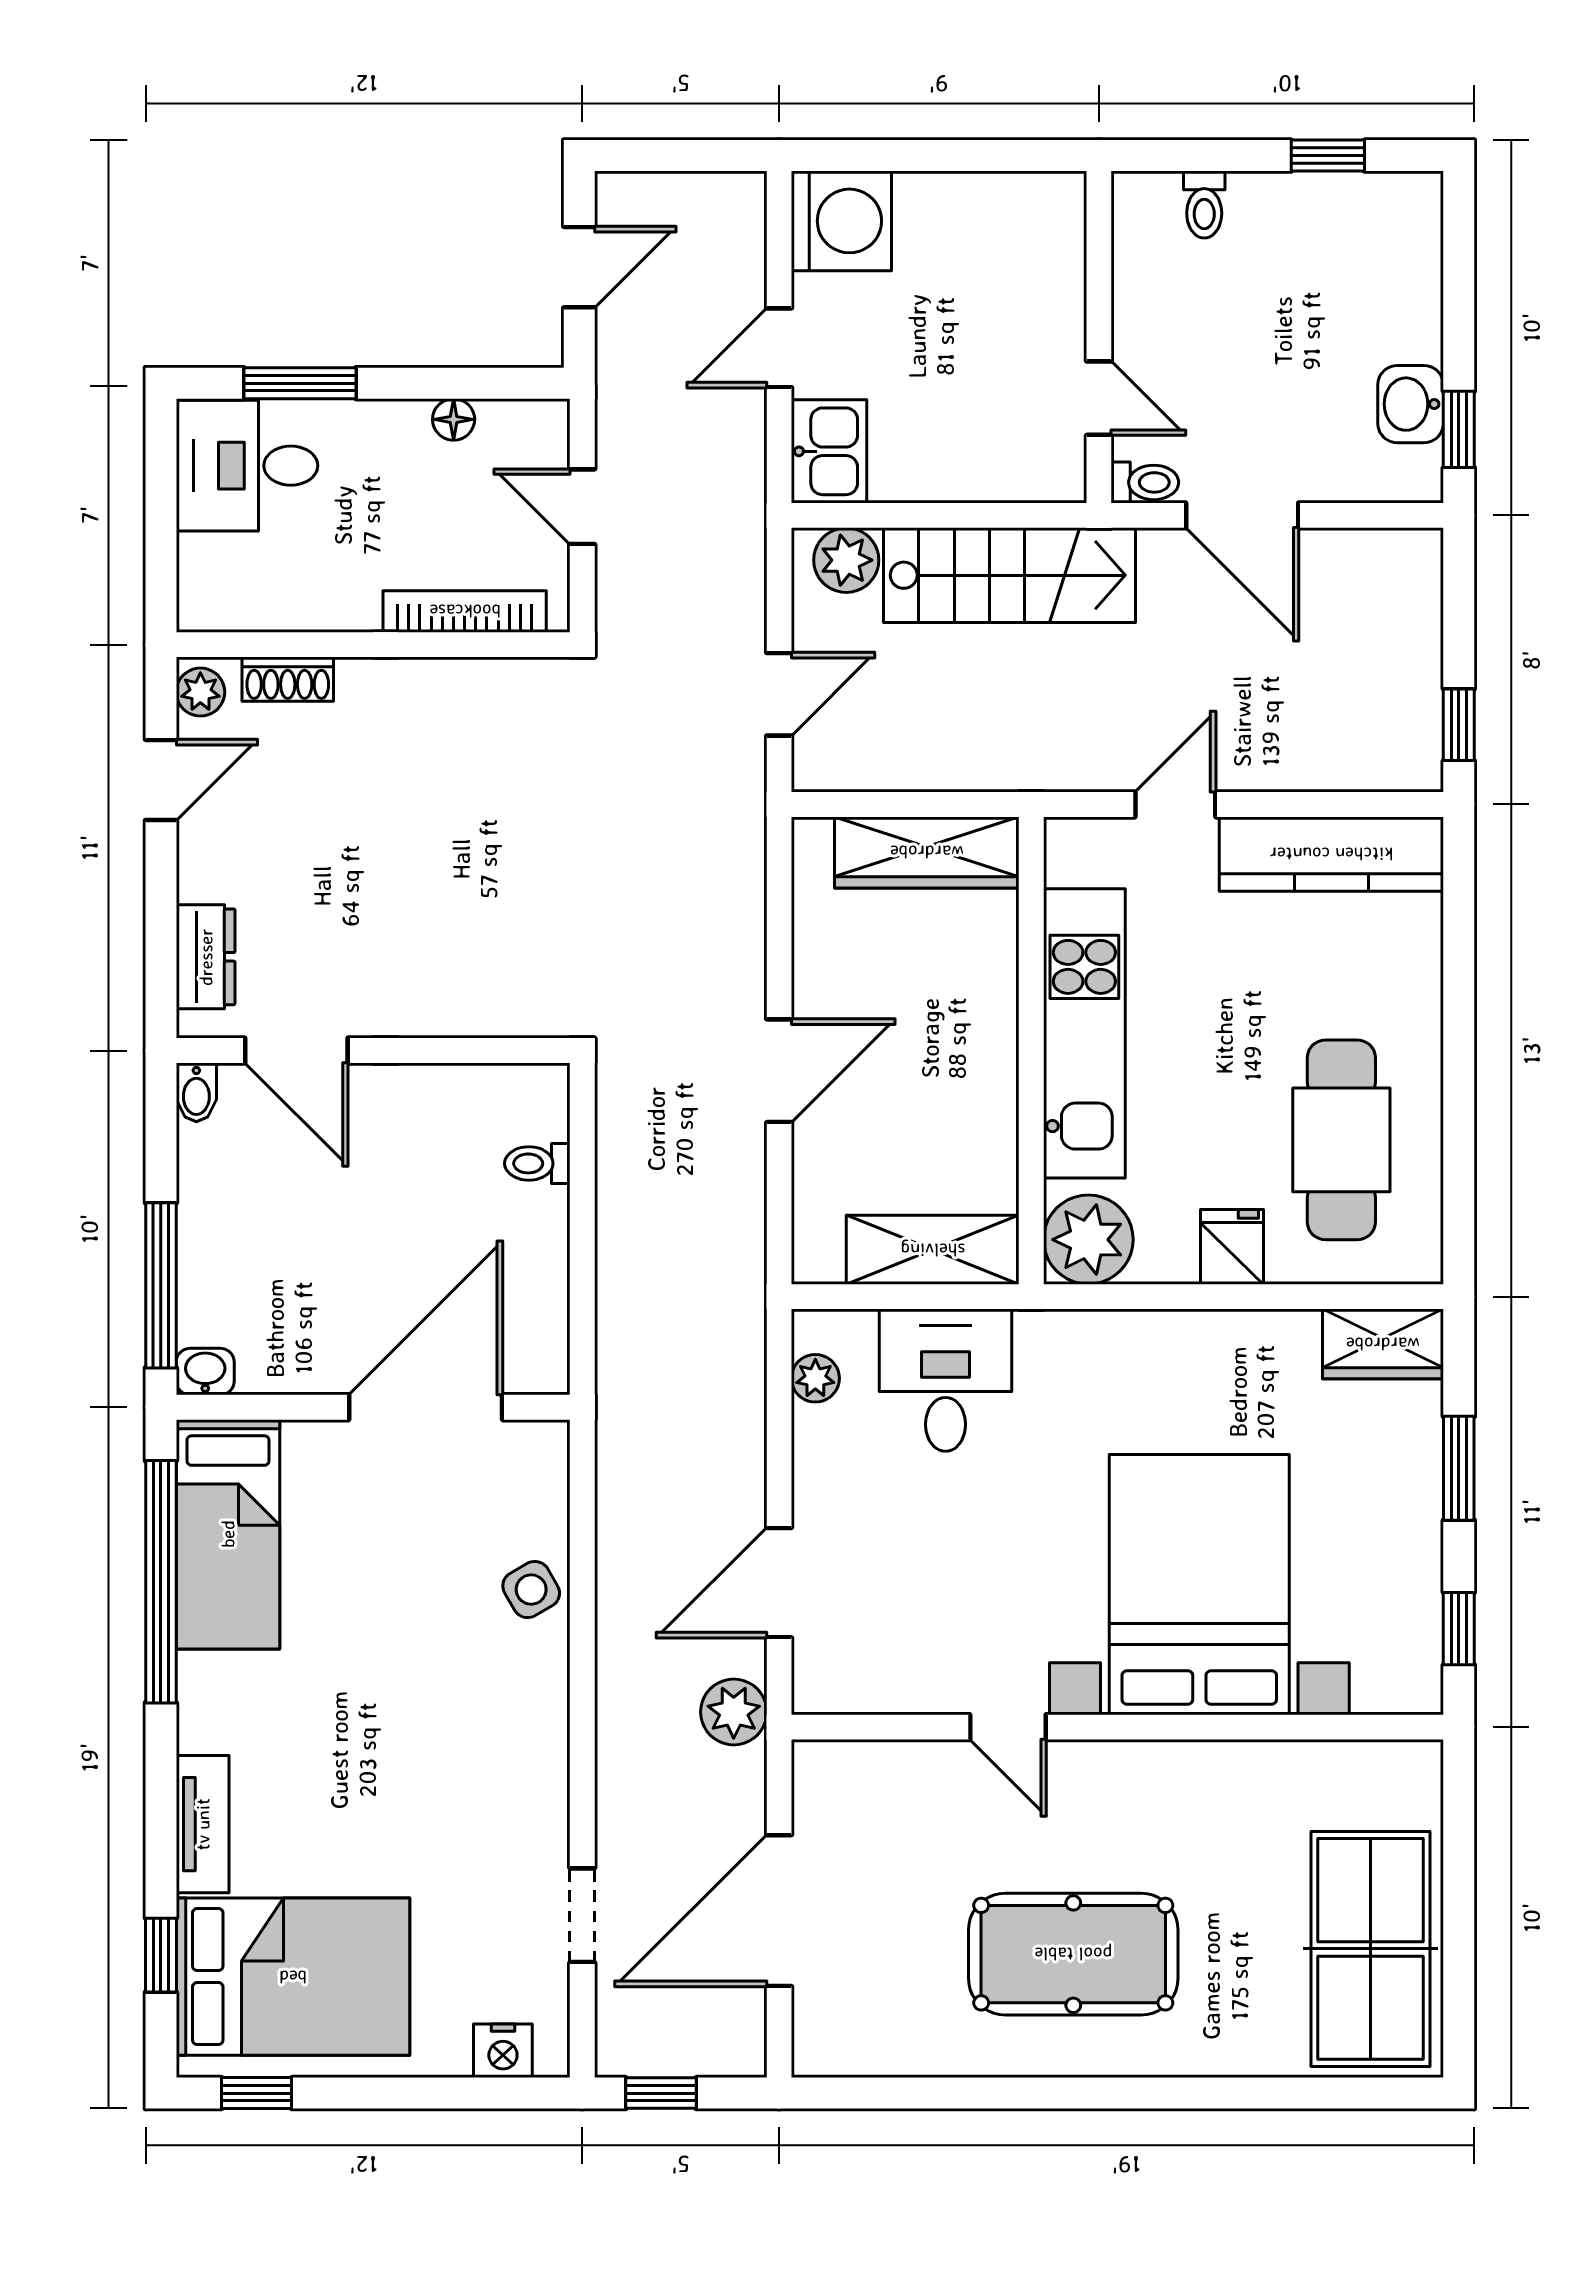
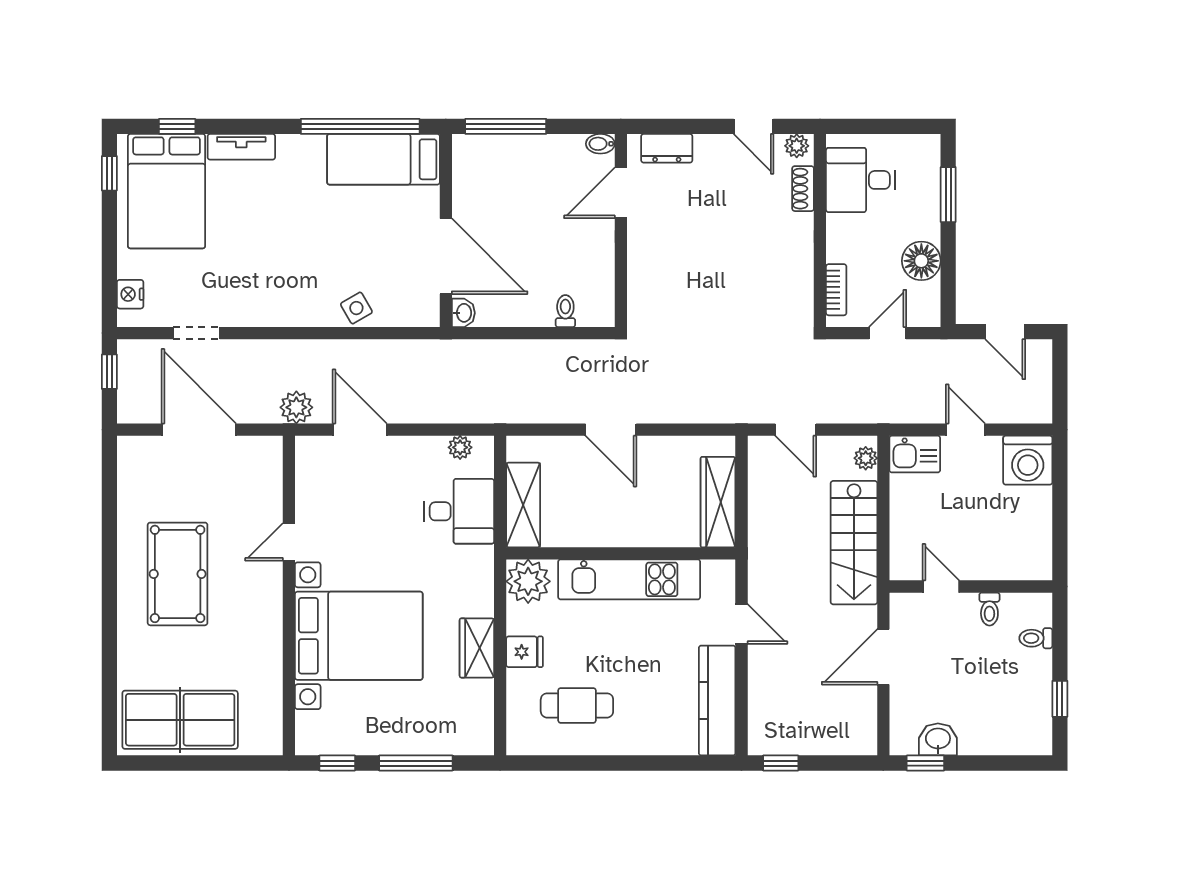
door: (1099, 398) -> (941, 587), swing flipped
floor lamp: (454, 419) -> (921, 261), width x1.89, depth x1.89
desk: (247, 466) -> (861, 180), moved, turned -90
toilet: (1145, 482) -> (989, 609), moved
plant: (846, 560) -> (866, 458), width x0.73, depth x0.73
bookcase: (465, 611) -> (836, 290), width x0.64
cafe table: (1341, 1140) -> (577, 705), width x0.73, depth x0.74
wardrobe: (1383, 1344) -> (477, 648), moved
washbasin: (205, 1372) -> (463, 313), moved
window: (1459, 1468) -> (416, 763), width x1.44

